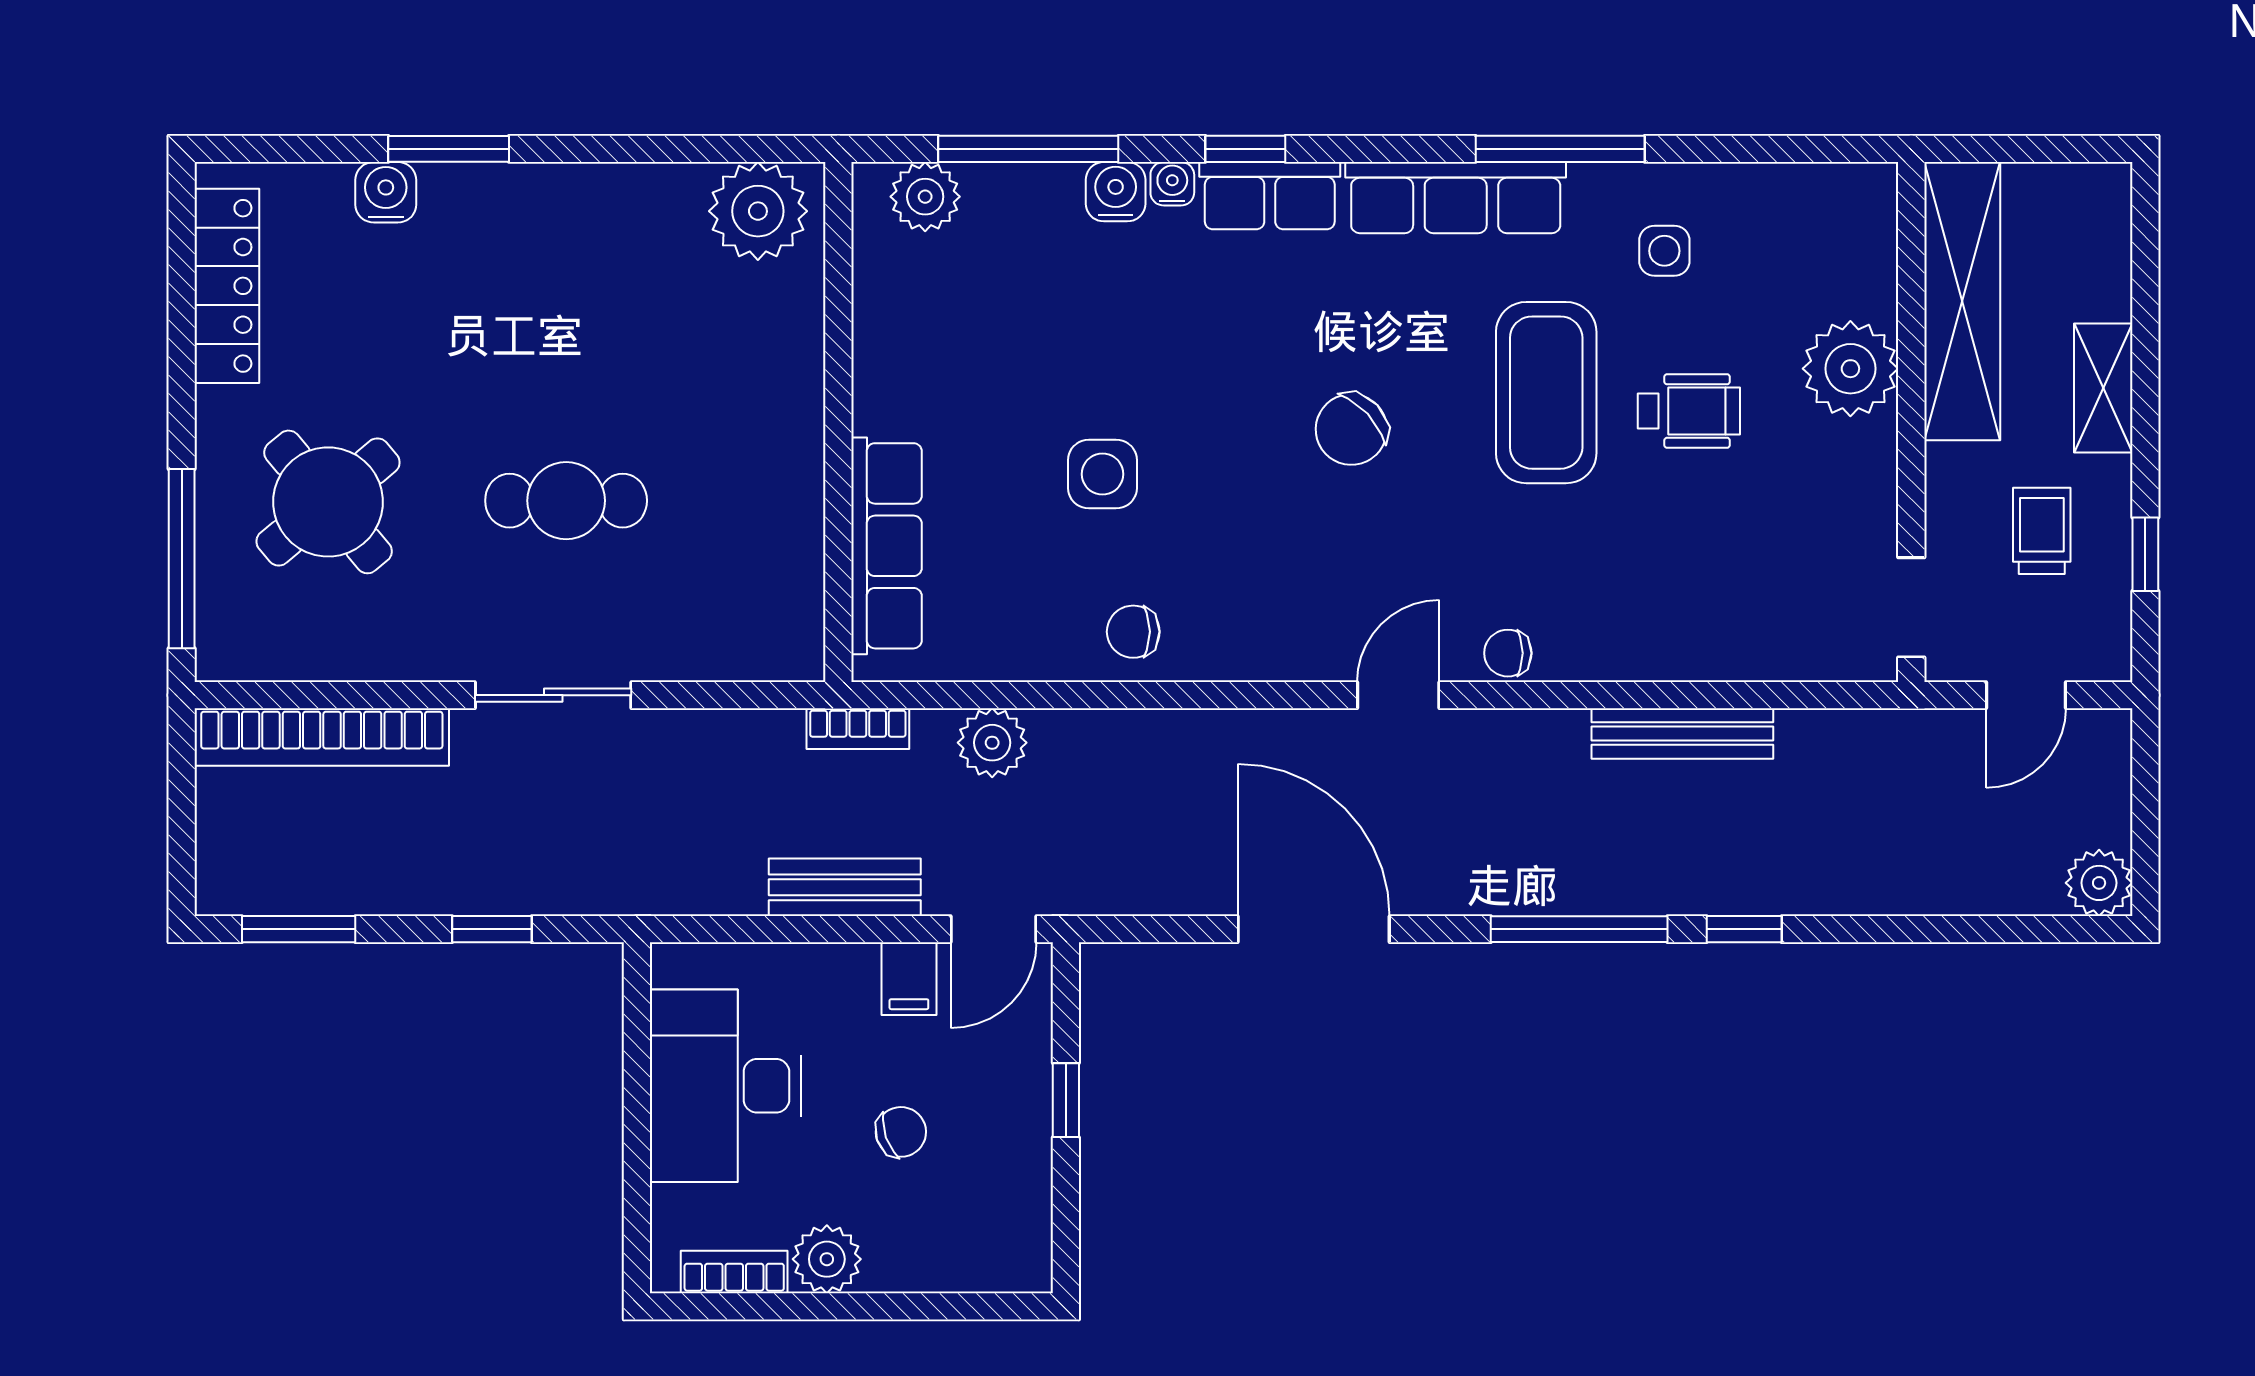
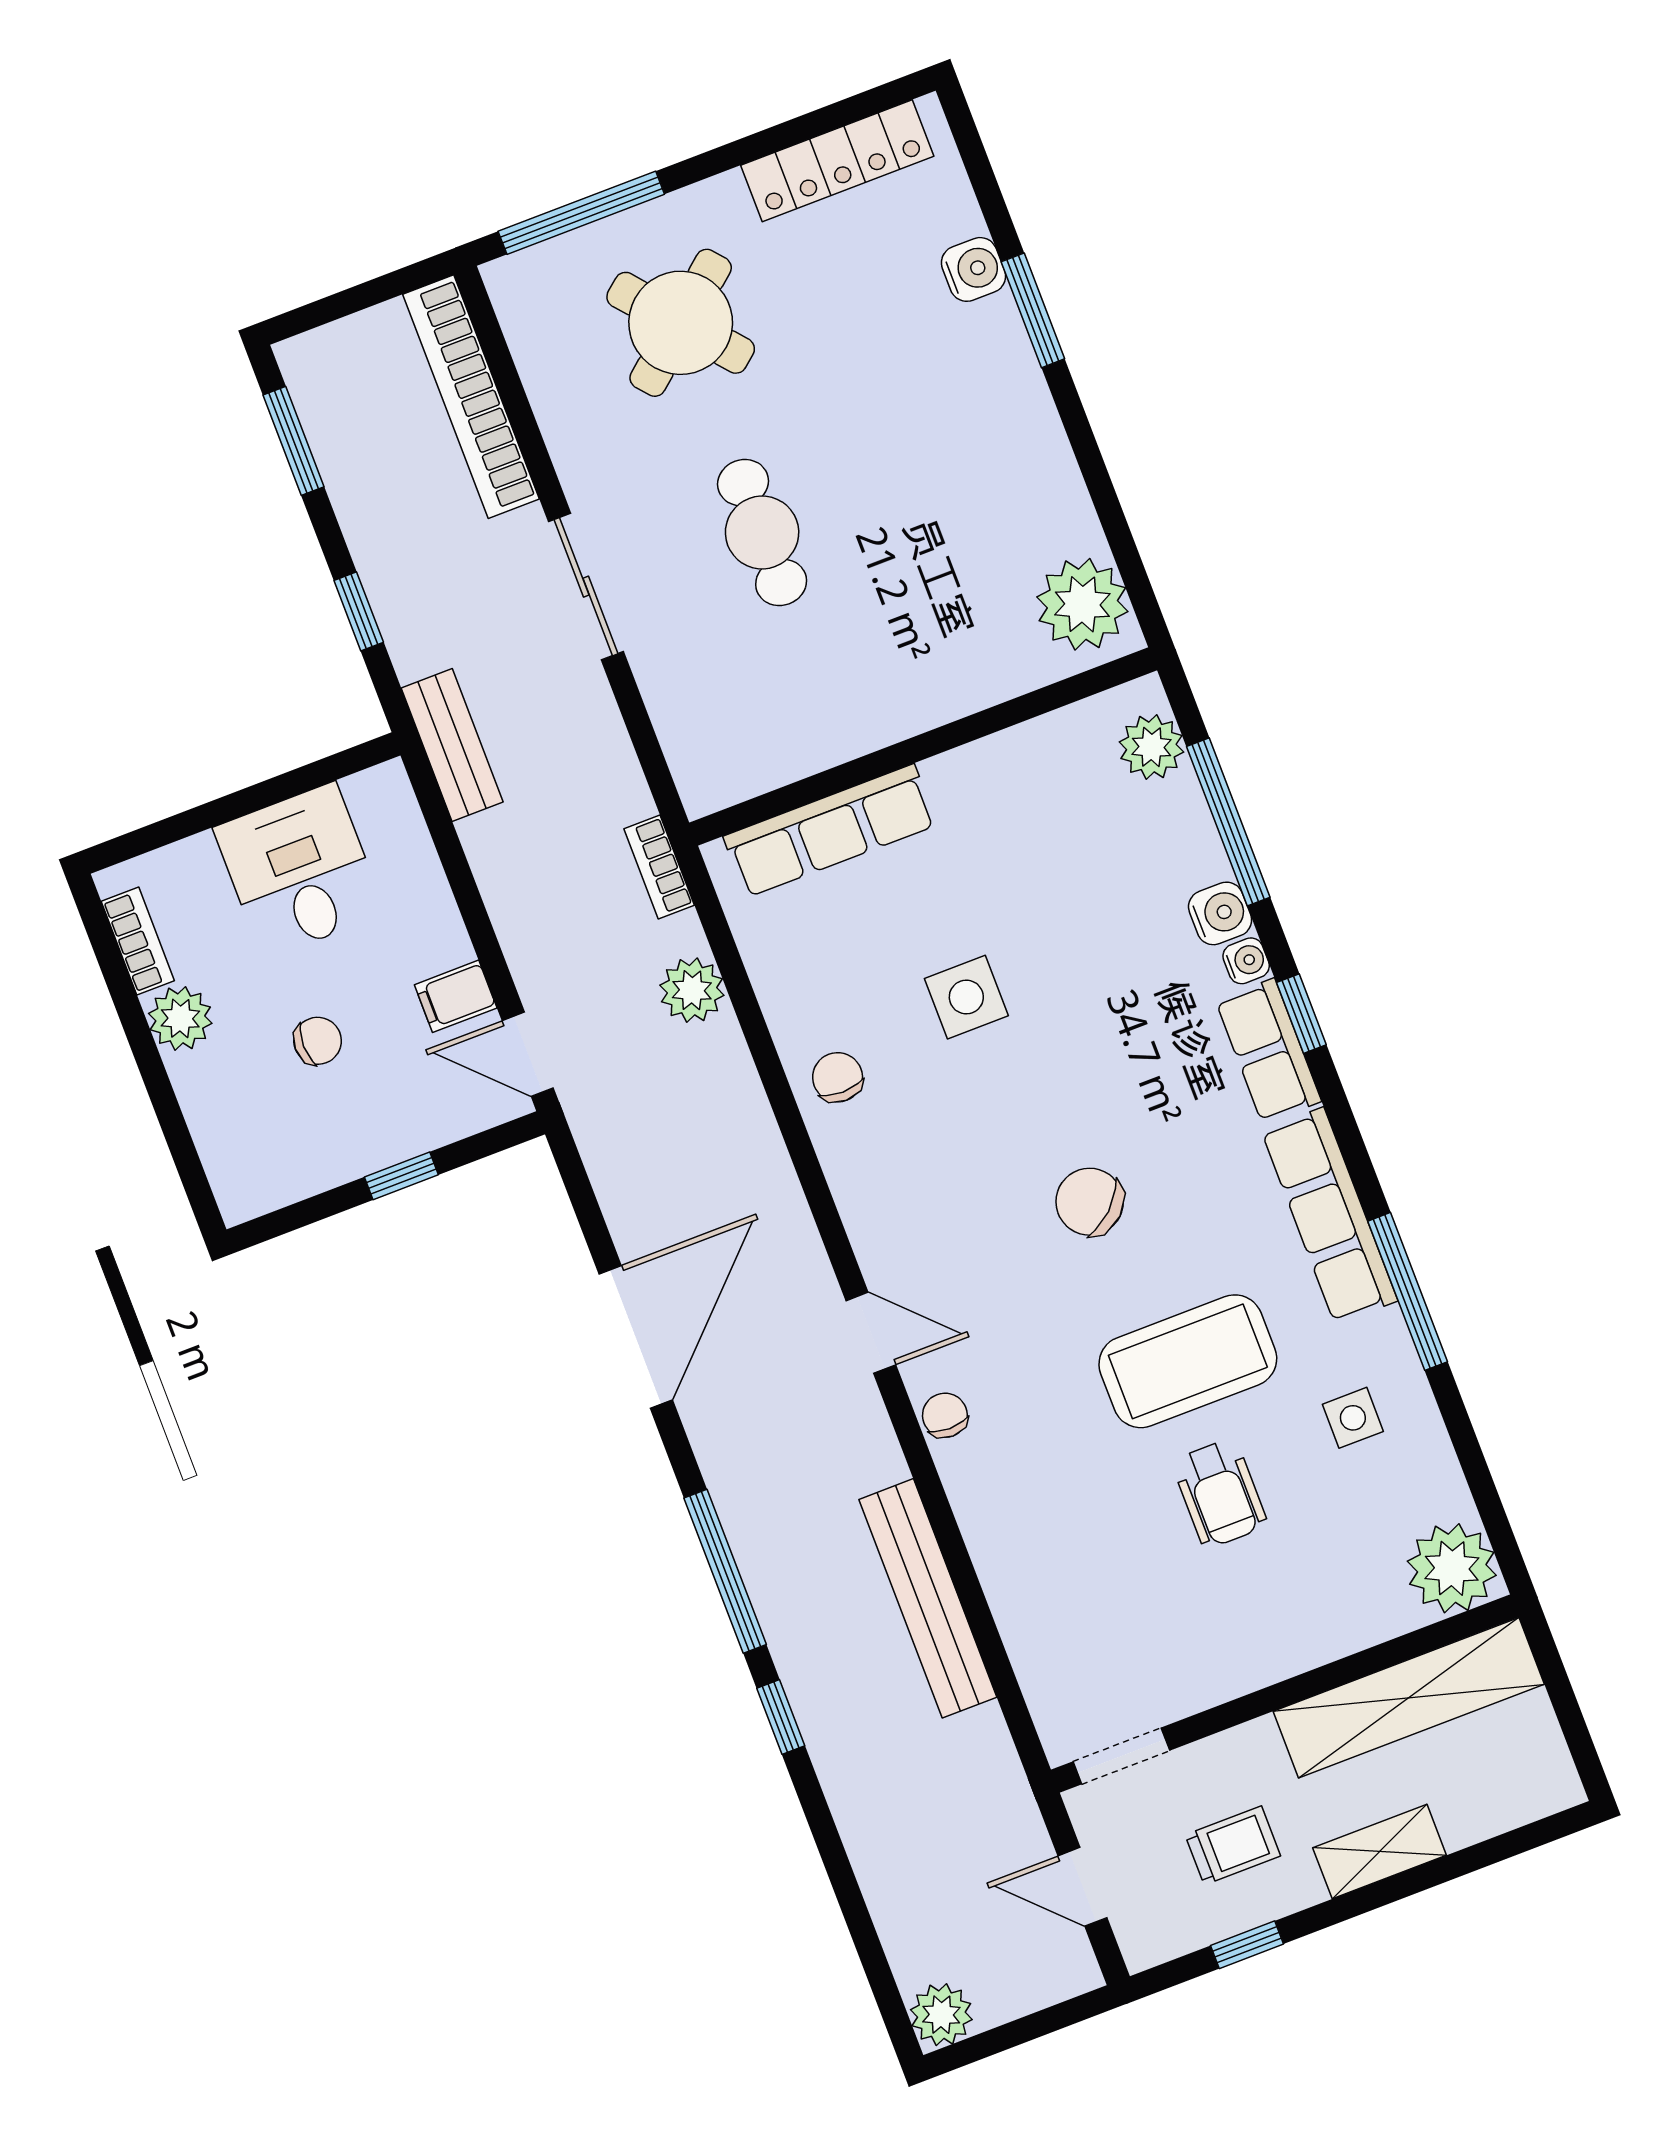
plant: (1850, 369) -> (1452, 1568), moved
bench: (1682, 734) -> (928, 1598), width x1.37, depth x1.21
bench: (845, 887) -> (452, 745), moved
desk: (726, 1086) -> (299, 871), width x0.73
chair: (901, 1132) -> (318, 1041), turned -71

